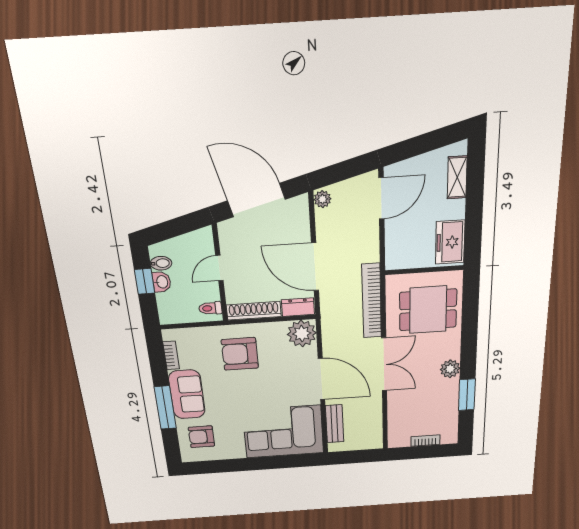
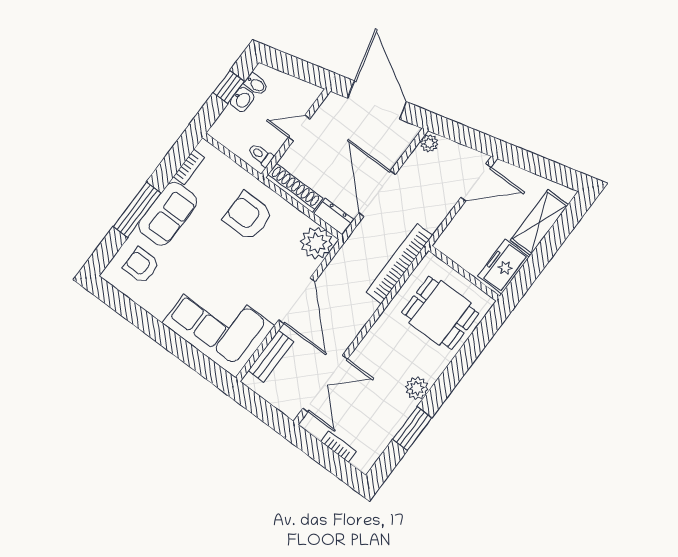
shelving: (457, 177) -> (539, 222), width x1.50, depth x1.33
double door: (384, 364) -> (325, 384), moved

